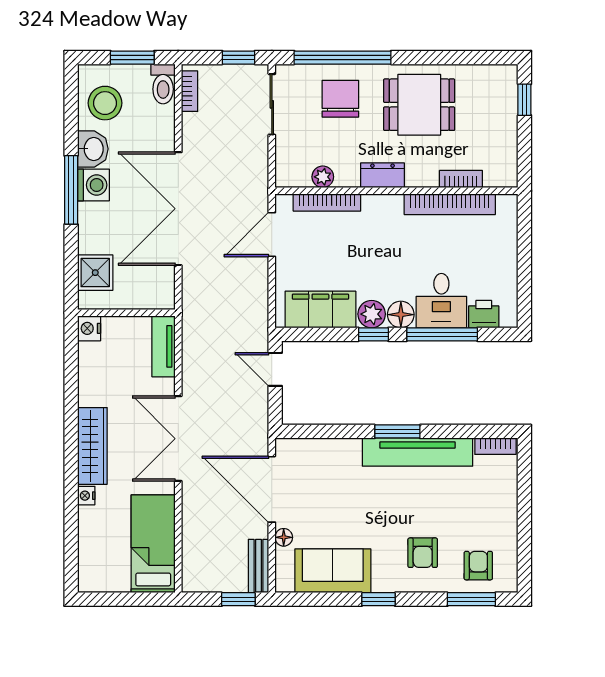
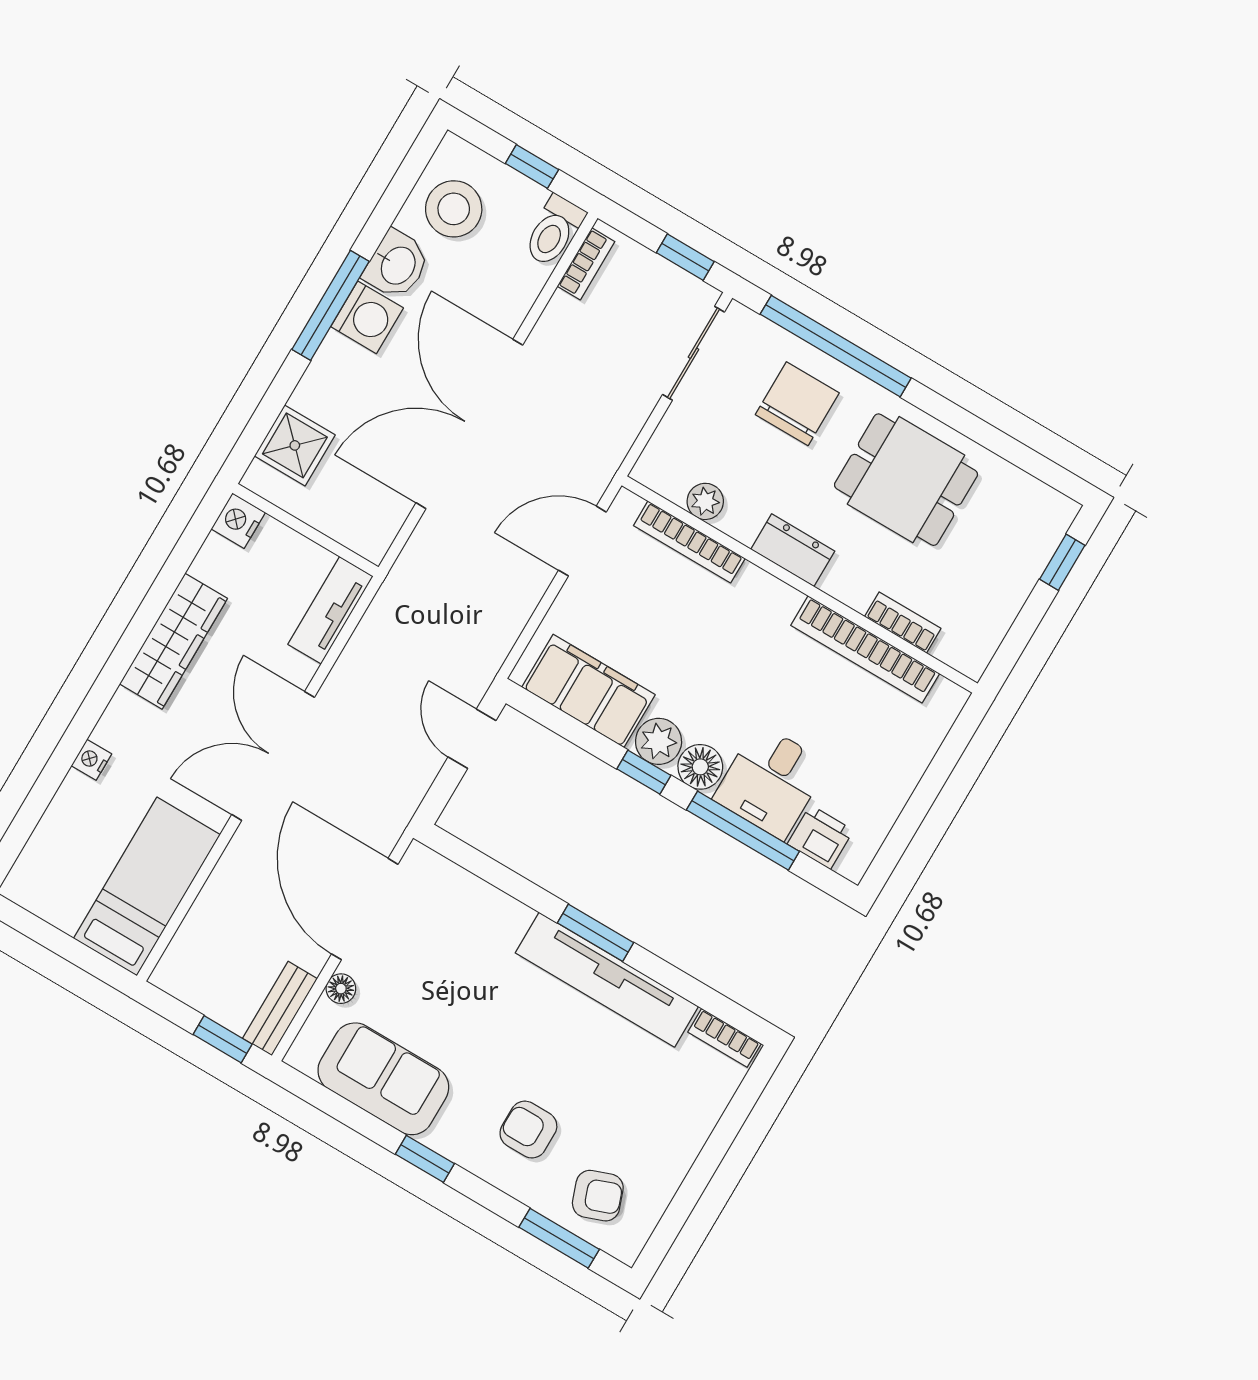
window: (132, 58) -> (532, 166), width x0.67
wardrobe: (92, 446) -> (173, 641), moved
armchair: (423, 553) -> (528, 1130), turned 90
armchair: (478, 566) -> (598, 1196), turned 70

